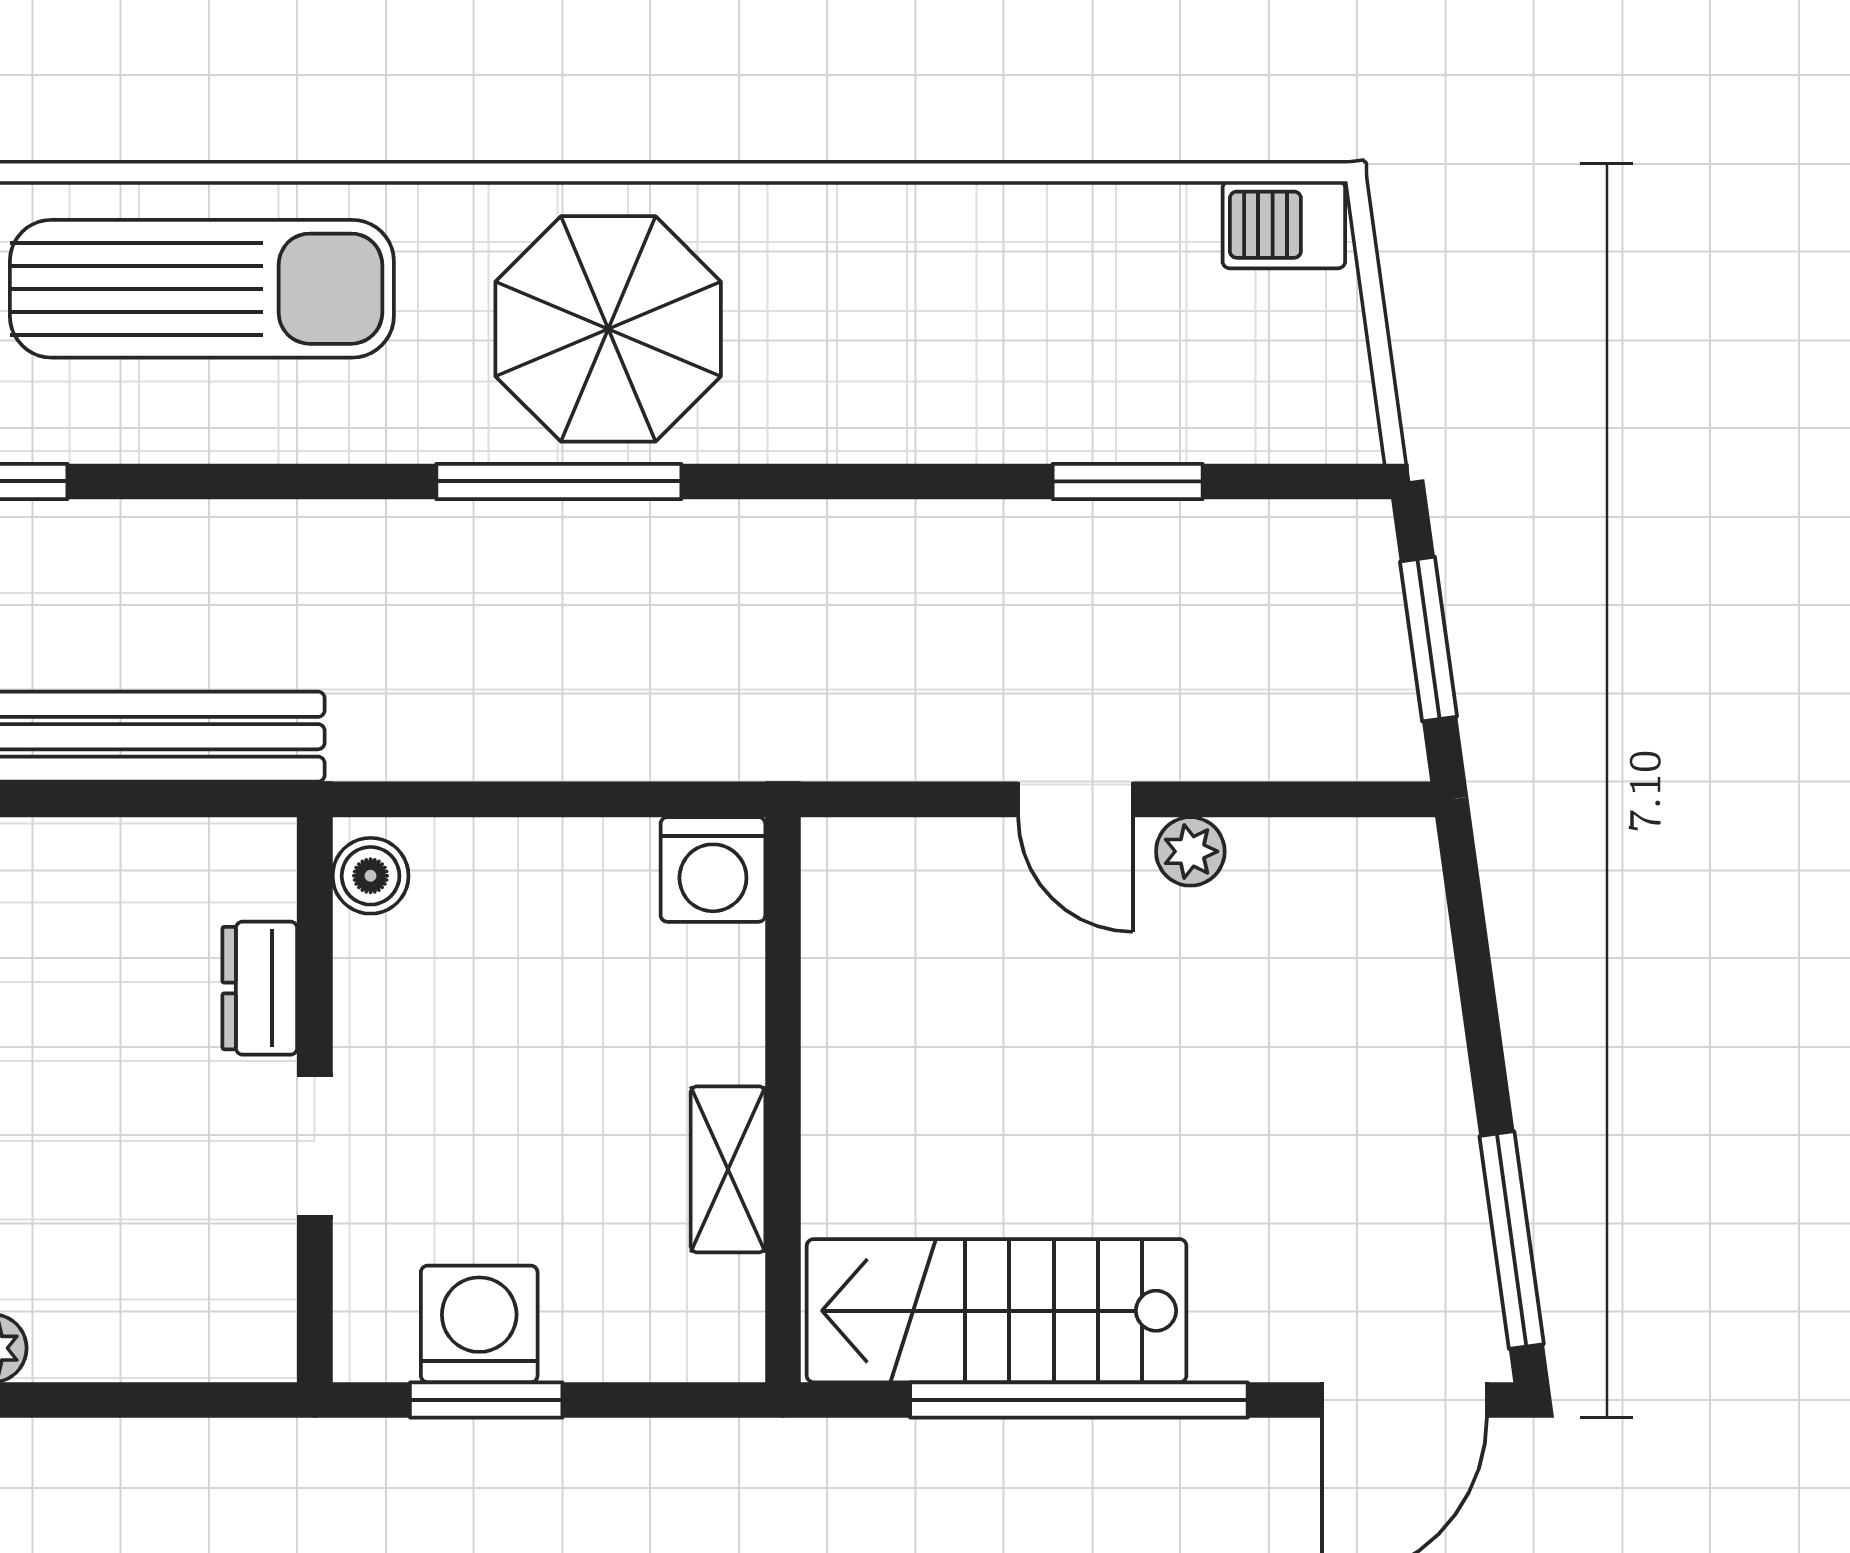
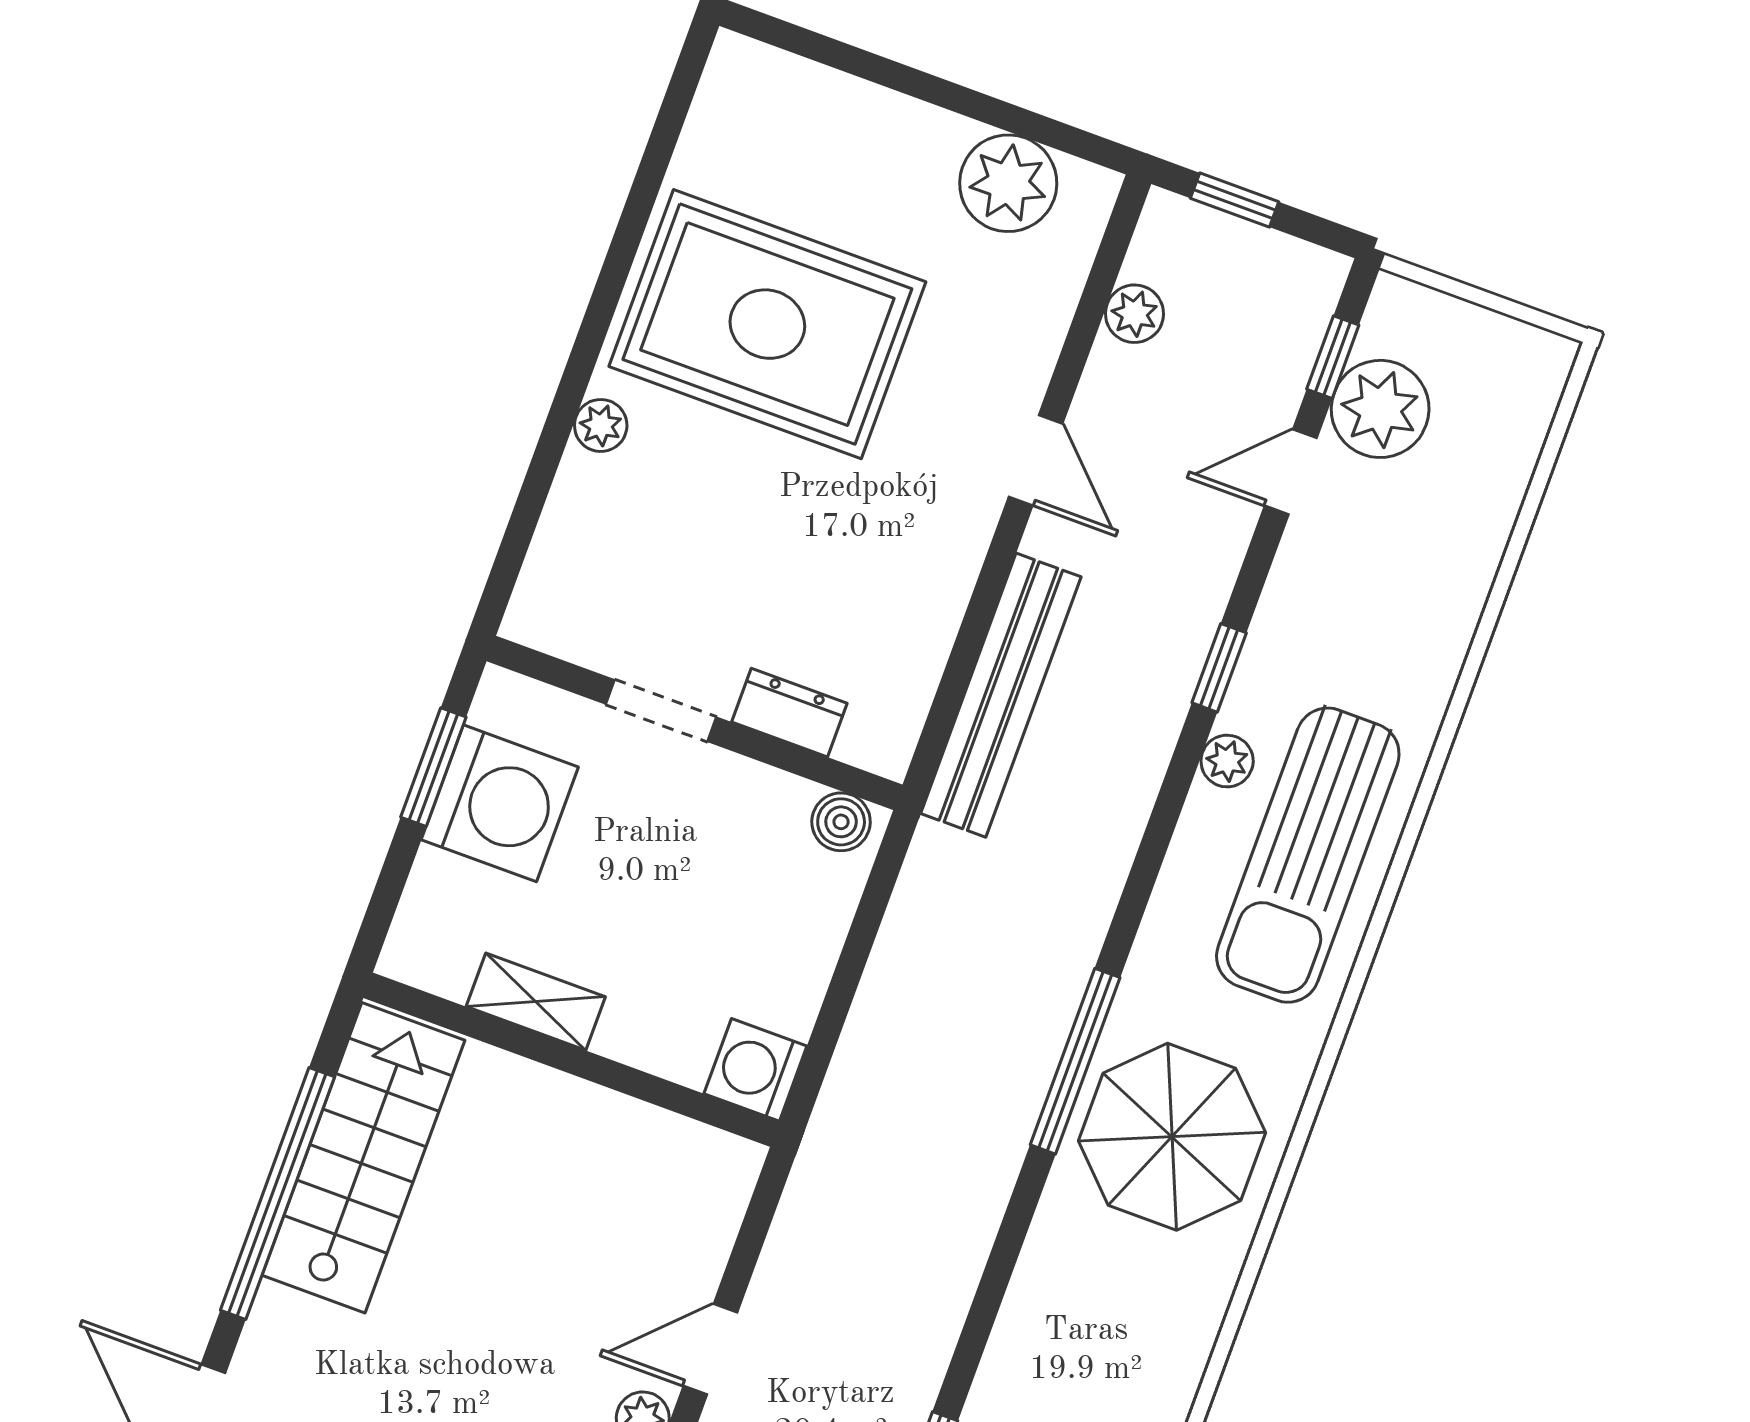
plant: (123, 430) -> (1227, 761), added
washing machine: (479, 1324) -> (500, 803), width x1.37, depth x1.37

